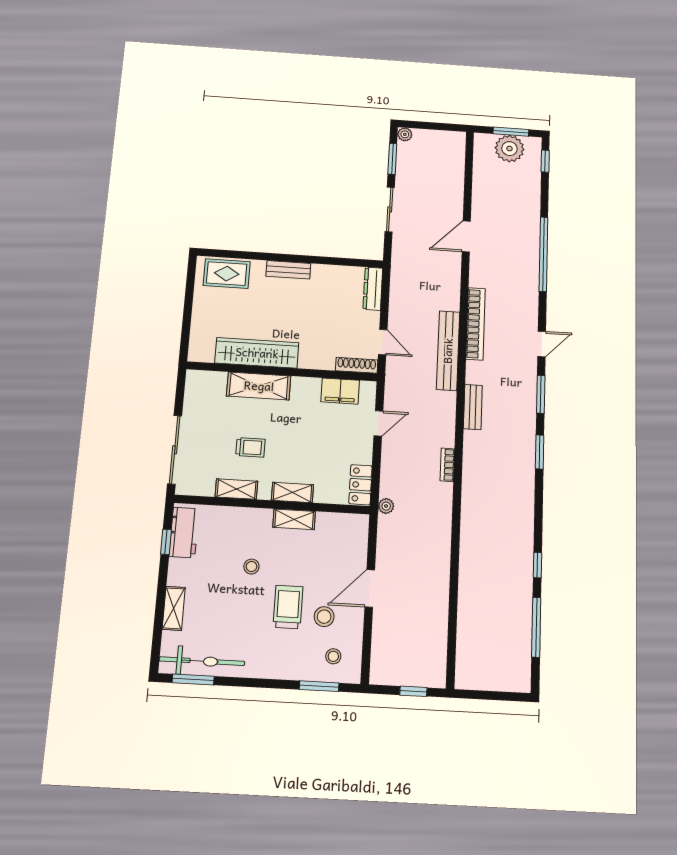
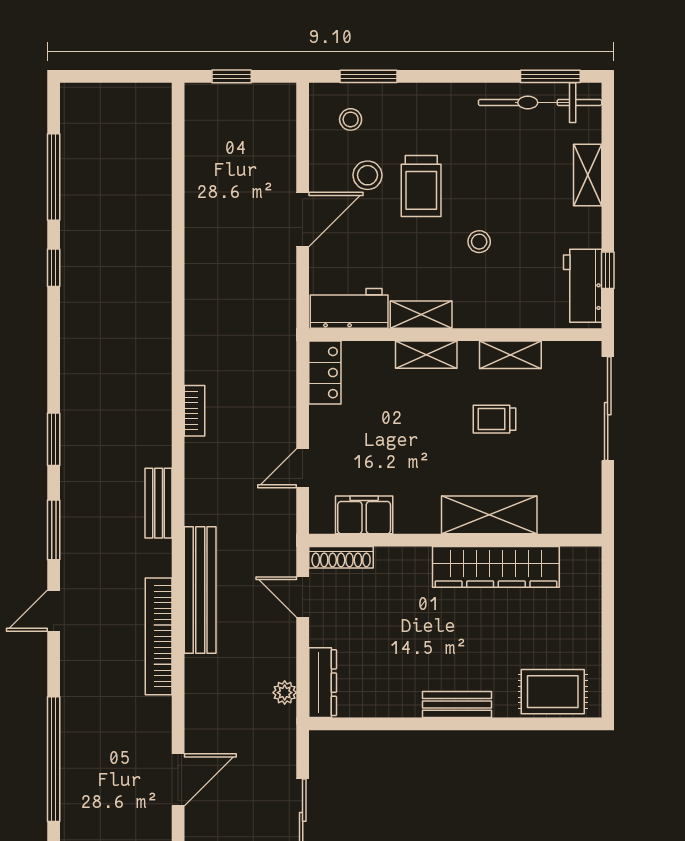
plant: (386, 506) -> (285, 693), moved
workbench: (342, 526) -> (349, 308), added

